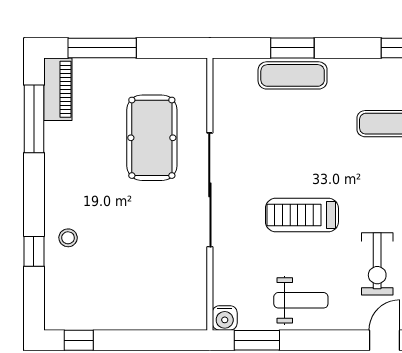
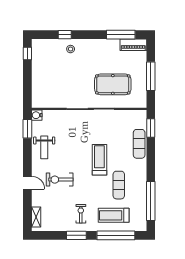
window: (102, 48) -> (151, 76), moved
window: (292, 48) -> (151, 128), moved
treadmill: (302, 215) -> (99, 160), moved

